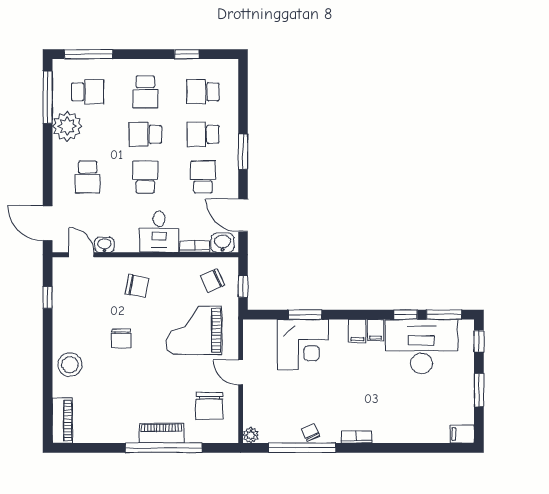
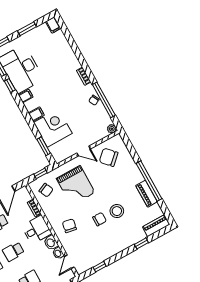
washbasin: (223, 243) -> (51, 243), moved
window: (305, 315) -> (44, 146), moved
filing cabinet: (357, 331) -> (36, 114), moved
stool: (70, 365) -> (117, 211), moved
door: (241, 372) -> (84, 151), hinge flipped
window: (48, 382) -> (141, 243), added
chair: (209, 406) -> (109, 157), turned -133
piano: (162, 433) -> (147, 194), moved
window: (164, 448) -> (149, 181), moved

